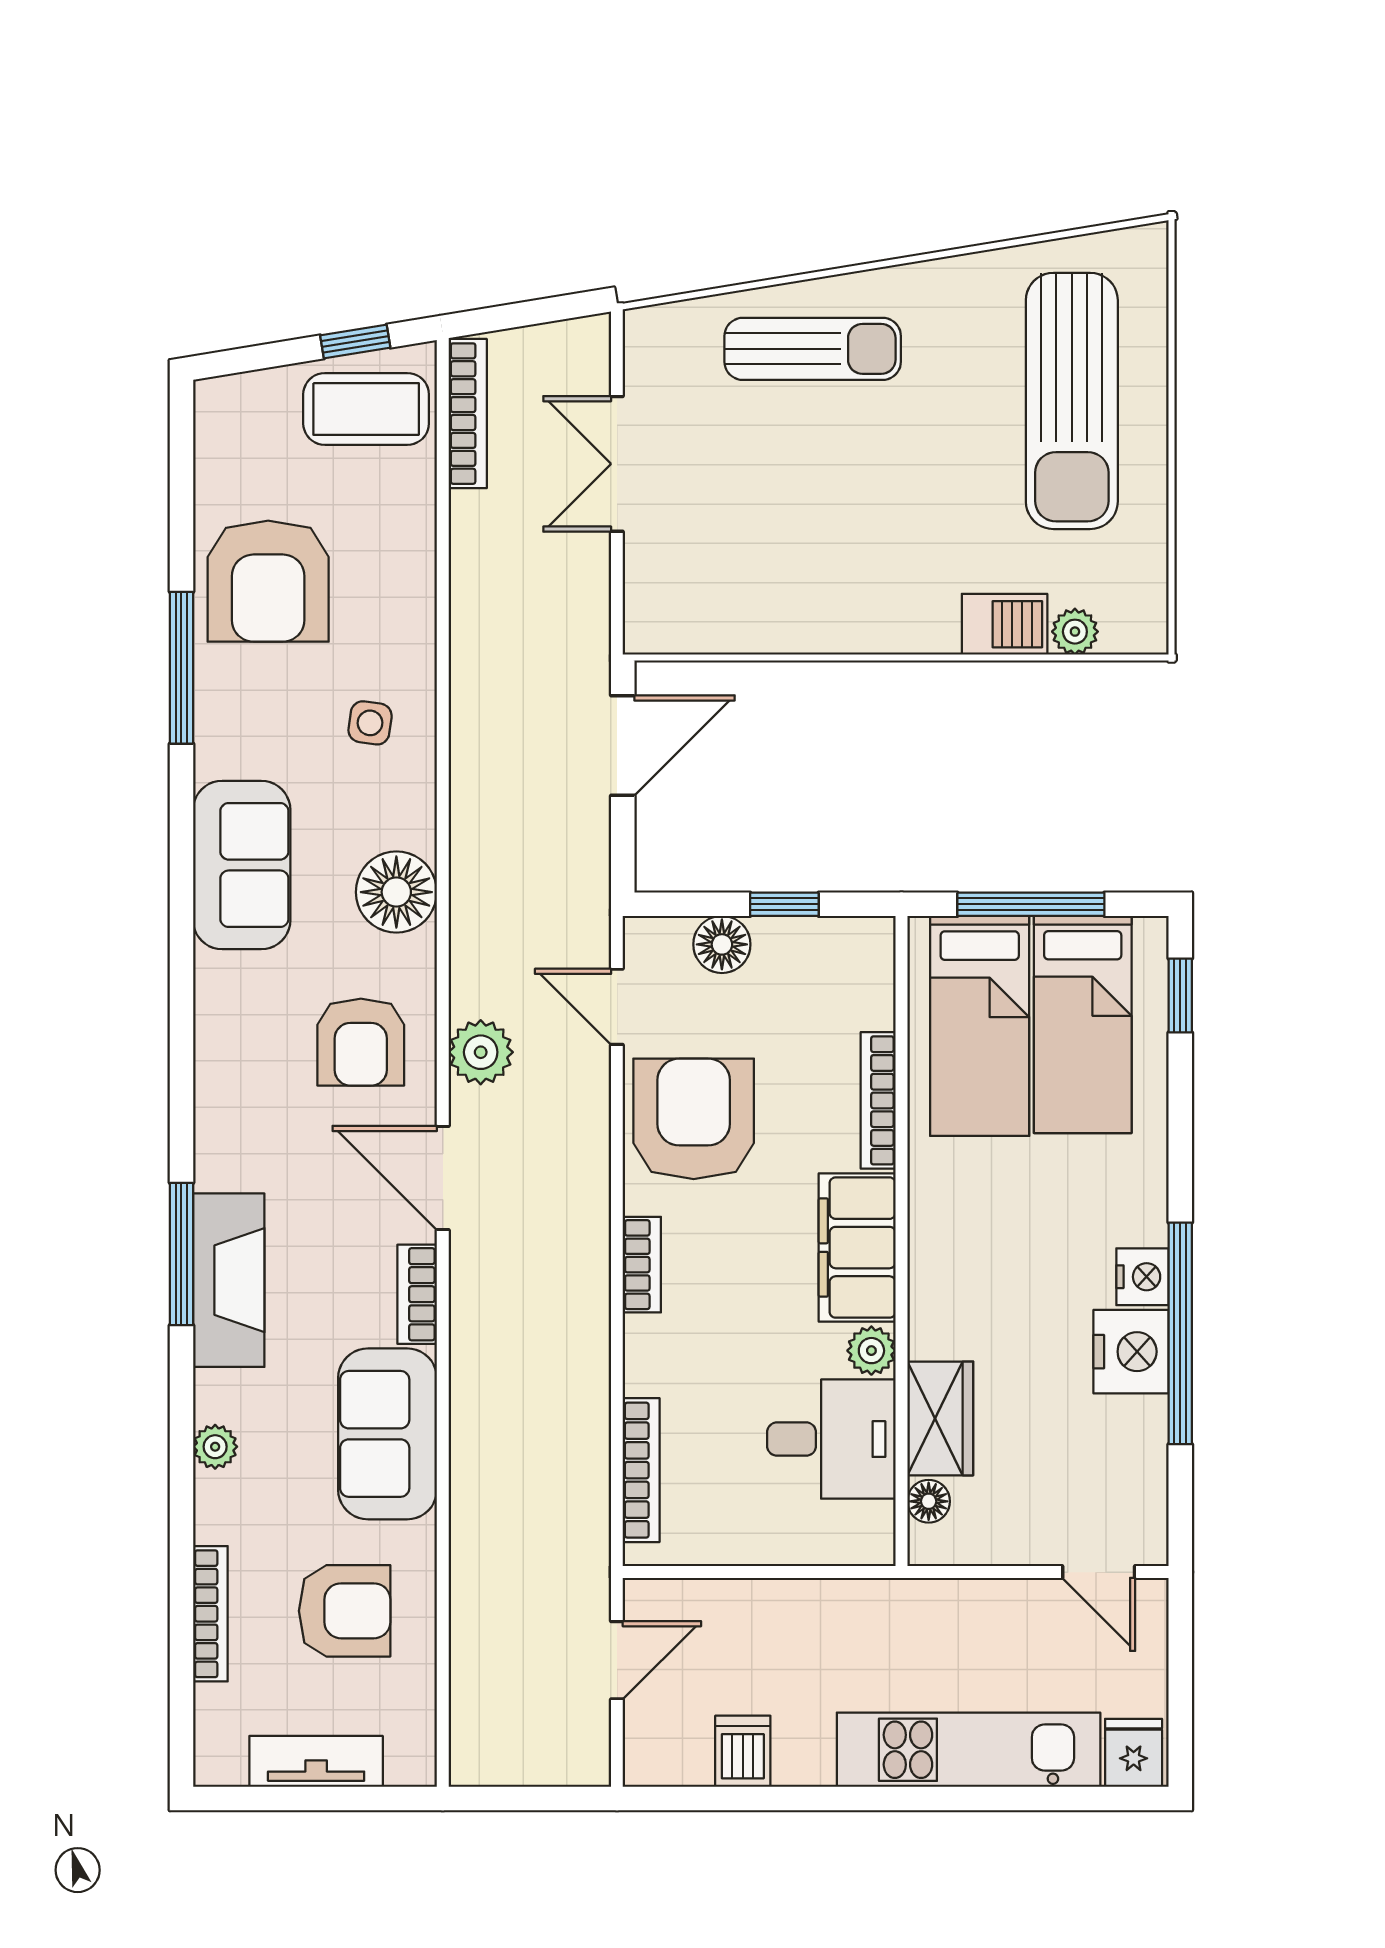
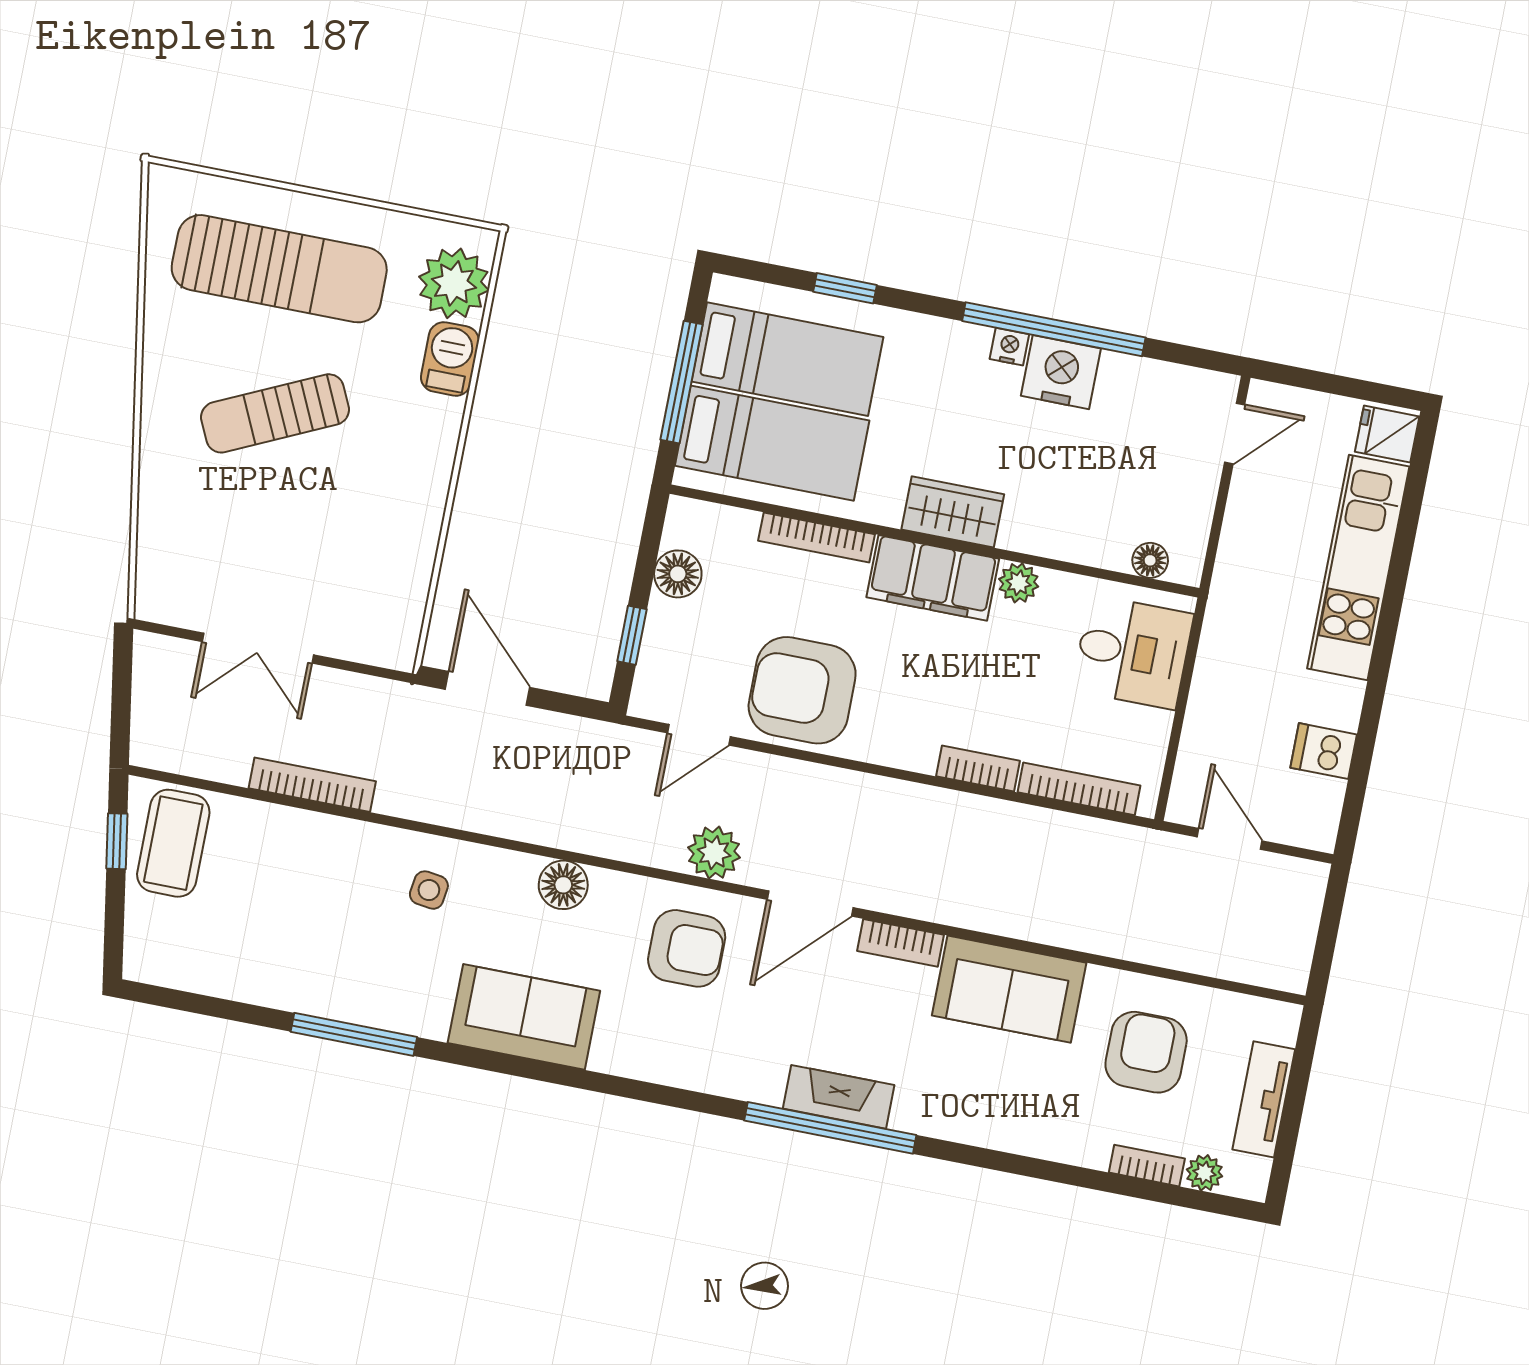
sun lounger: (813, 349) -> (275, 413), moved, turned -115
bookcase: (468, 414) -> (312, 785), moved
armchair: (268, 581) -> (298, 950), removed
plant: (1075, 632) -> (454, 283), width x1.88, depth x1.88
floor lamp: (396, 892) -> (563, 885), width x0.73, depth x0.73
window: (784, 904) -> (632, 635), moved
floor lamp: (722, 944) -> (678, 574), moved
window: (1180, 995) -> (845, 288), moved
window: (181, 1254) -> (830, 1128), width x1.46
bookcase: (642, 1265) -> (978, 768), moved
nightstand: (1142, 1277) -> (1009, 347), width x0.72, depth x0.74
fireplace: (229, 1280) -> (839, 1097), width x0.73, depth x0.76
wardrobe: (940, 1418) -> (953, 512), moved
desk: (831, 1439) -> (1133, 652), moved, turned 90
plant: (215, 1447) -> (1204, 1173), moved
bookcase: (210, 1614) -> (1147, 1166), width x0.64

